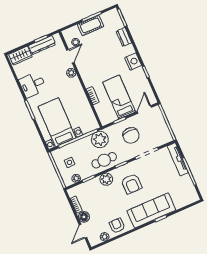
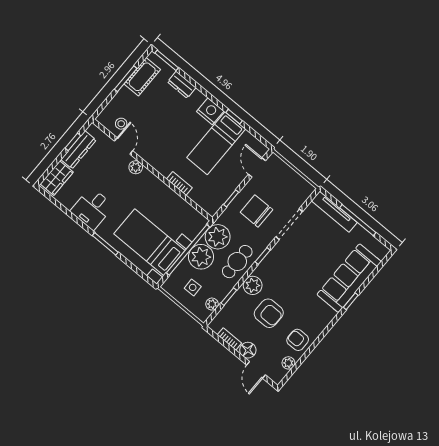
cot: (91, 25) -> (142, 77), moved
bed: (119, 97) -> (216, 143), moved, turned -90
chair: (131, 136) -> (256, 211), turned 180
plant: (84, 146) -> (201, 257), added
armchair: (132, 184) -> (269, 313), moved
sofa: (151, 210) -> (349, 278), moved

